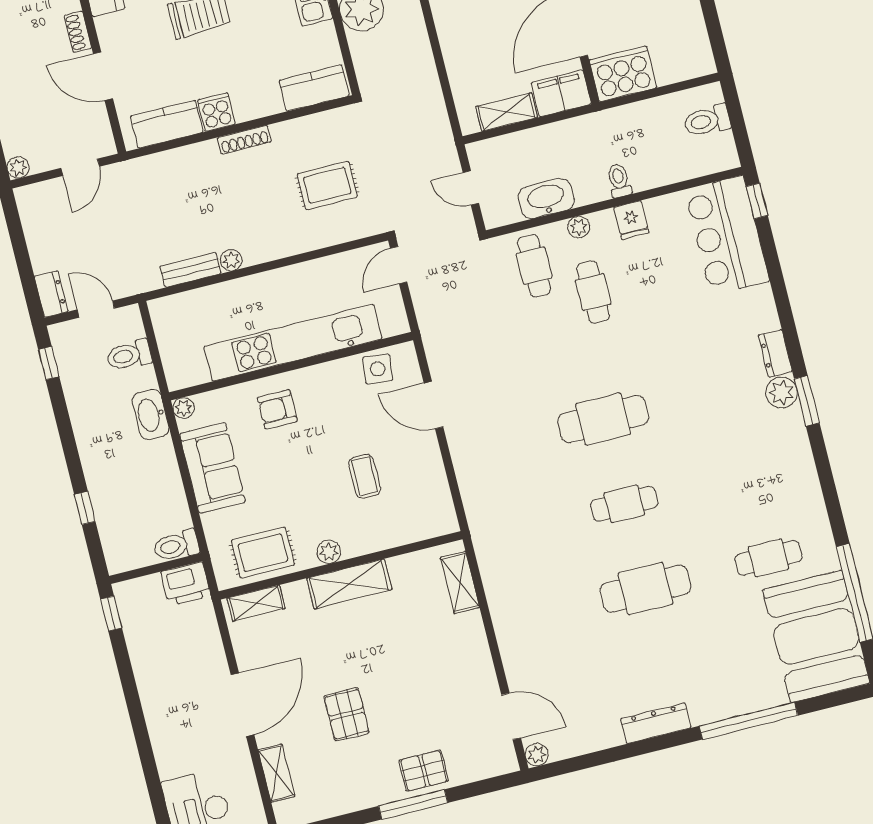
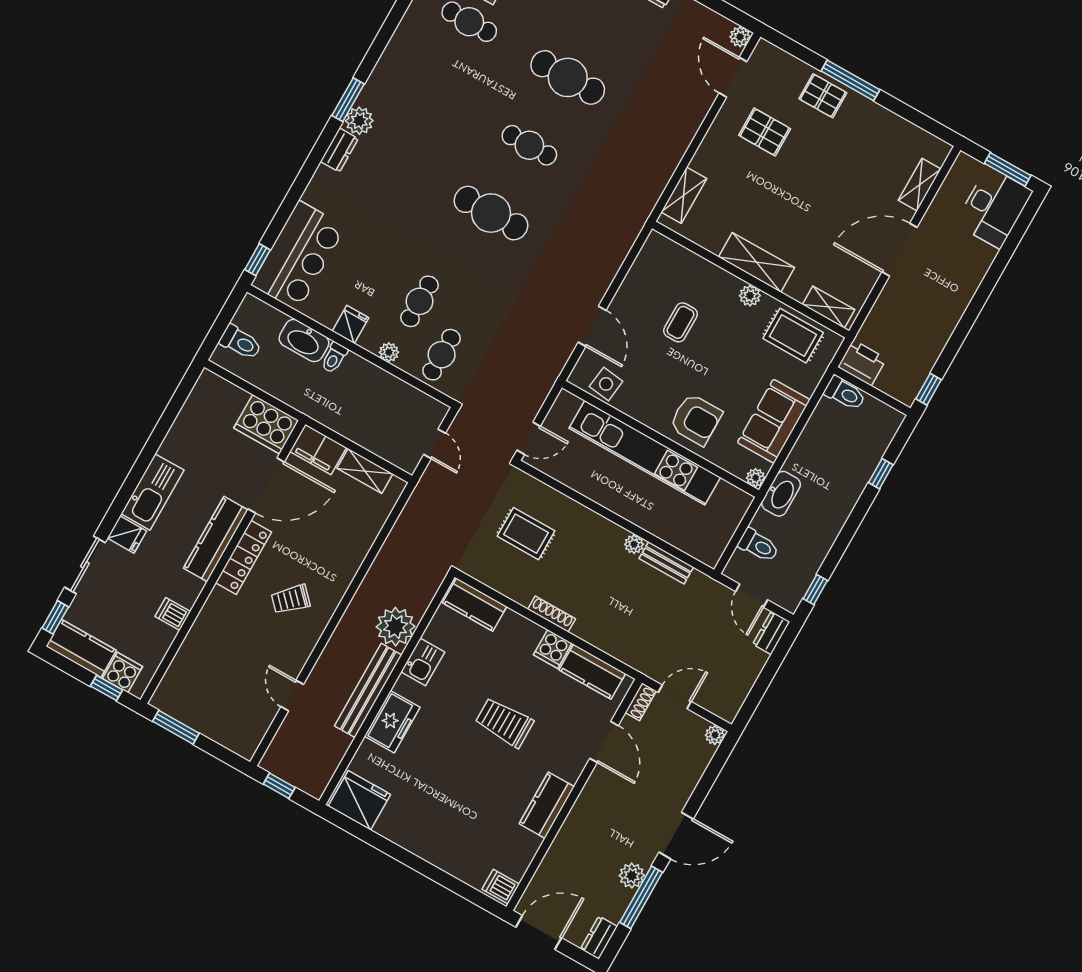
shoe rack: (78, 32) -> (641, 702), moved
washbasin: (546, 199) -> (304, 341), moved
armchair: (277, 409) -> (696, 419), width x1.38, depth x1.38
pallet: (347, 714) -> (765, 132), moved, turned 90

